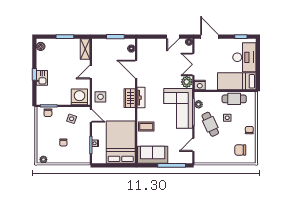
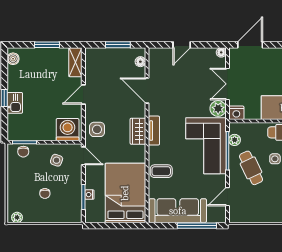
door: (173, 37) -> (182, 45), moved
door: (210, 37) -> (250, 45), hinge flipped
sofa: (153, 155) -> (178, 211), width x1.36

